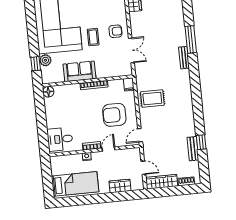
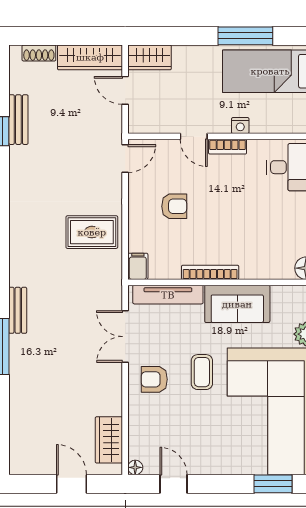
tv unit: (113, 72) -> (168, 295), added
armchair: (114, 115) -> (174, 206), width x0.53, depth x0.53
door: (108, 149) -> (194, 136), hinge flipped
wardrobe: (120, 186) -> (150, 57), moved
window: (89, 200) -> (245, 36), added

